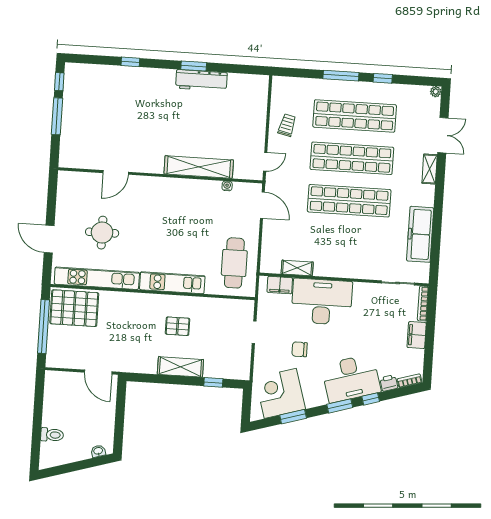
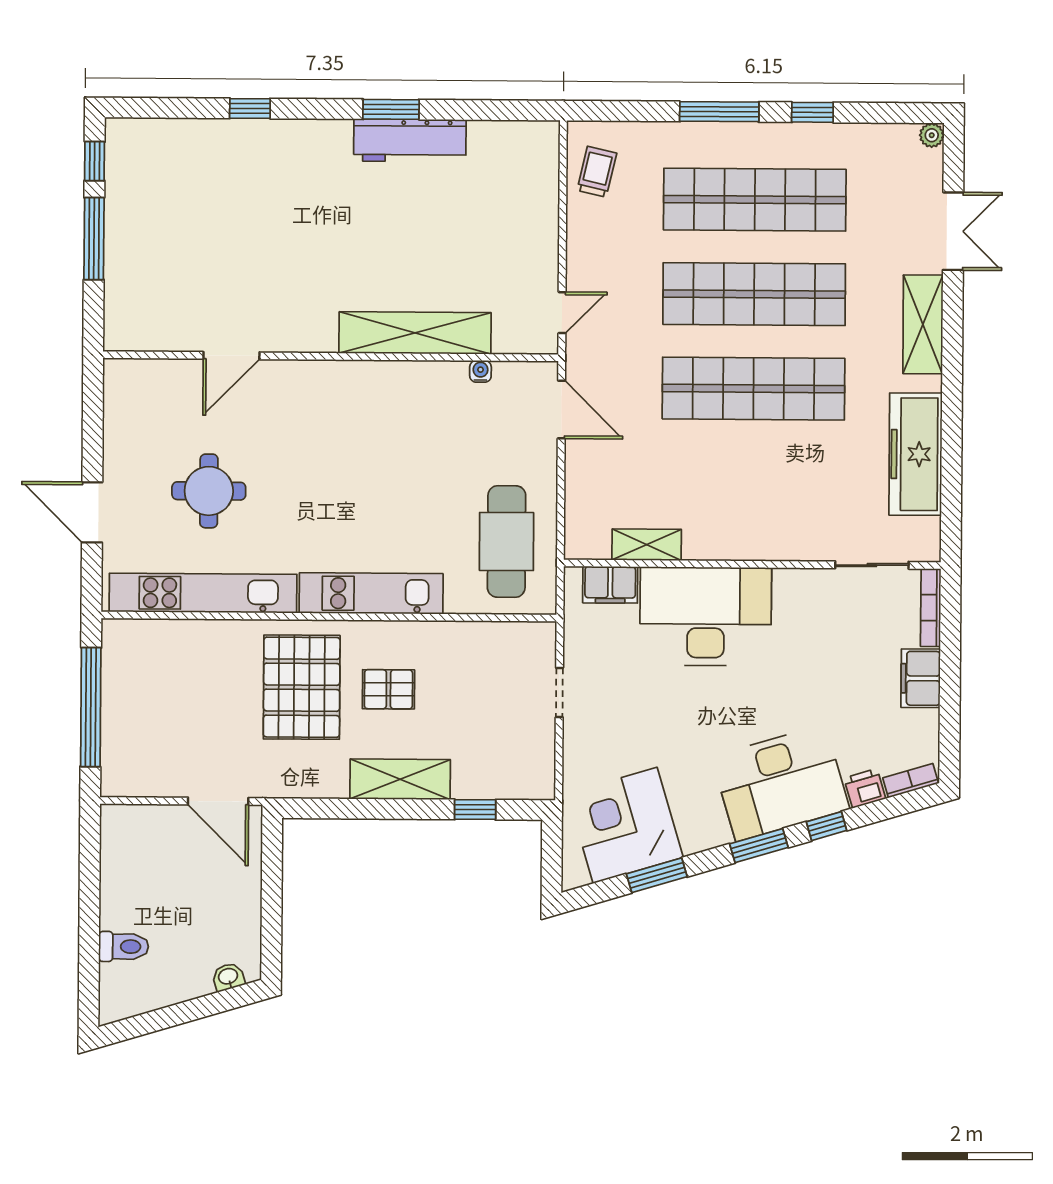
trolley: (287, 125) -> (597, 172), moved
shelving: (430, 169) -> (923, 324), width x1.50, depth x1.33
pallet: (74, 308) -> (302, 687), moved, turned 90
chair: (300, 349) -> (662, 725), removed

